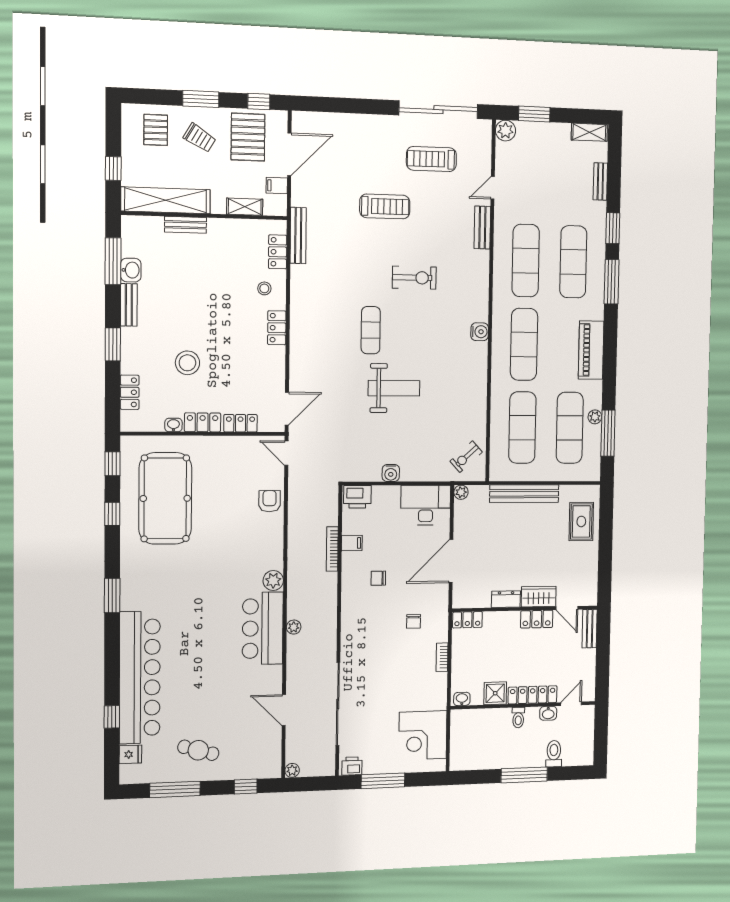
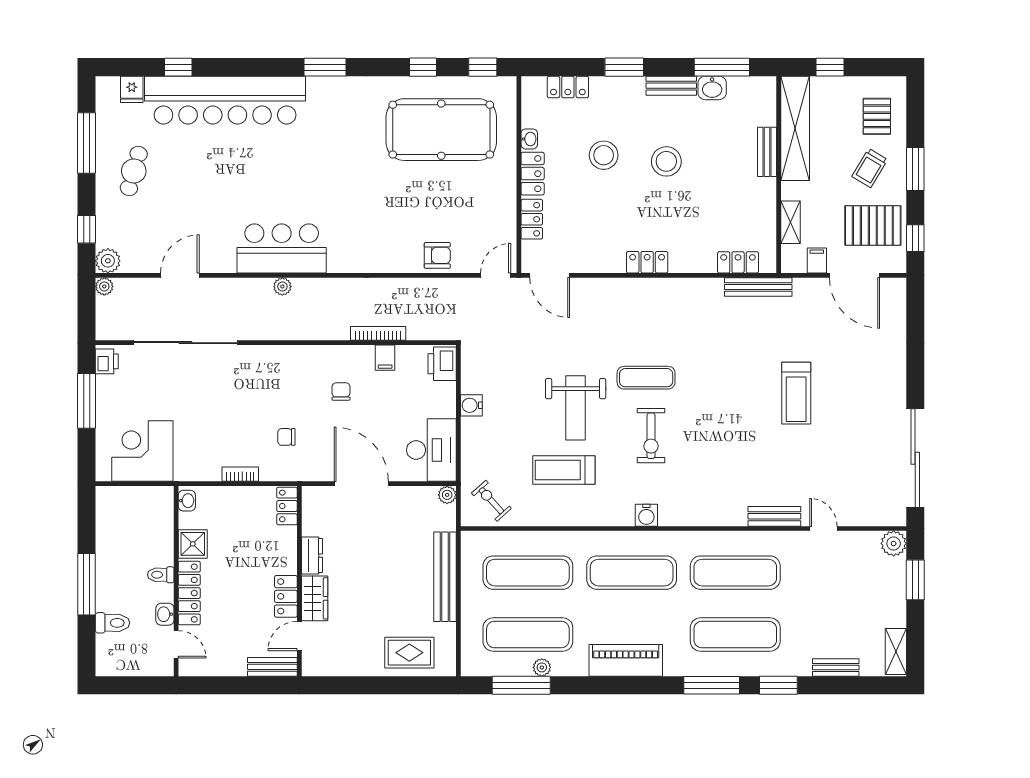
pallet: (156, 130) -> (877, 116), turned 90
treadmill: (431, 159) -> (564, 470), moved, turned -90
exercise bike: (414, 278) -> (651, 436), moved
stool: (264, 288) -> (666, 161), moved, width x1.89, depth x1.89
plant: (273, 580) -> (108, 261), moved

